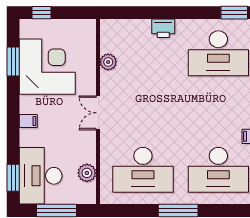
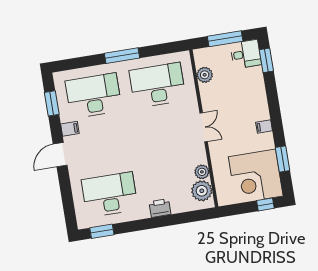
plant: (112, 40) -> (202, 191), added
corner desk: (47, 67) -> (256, 176), moved
filing cabinet: (28, 121) -> (264, 127), moved
desk: (41, 176) -> (246, 54), width x0.53, depth x0.77

